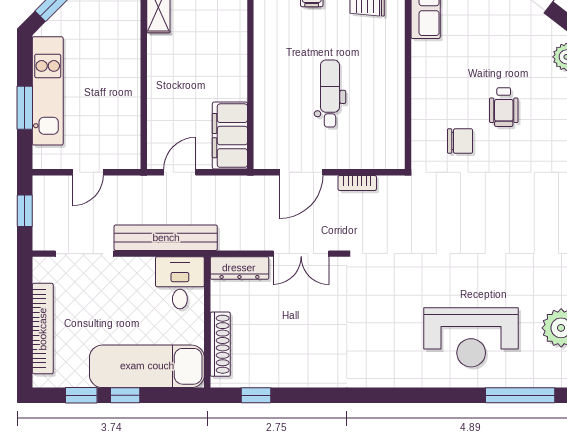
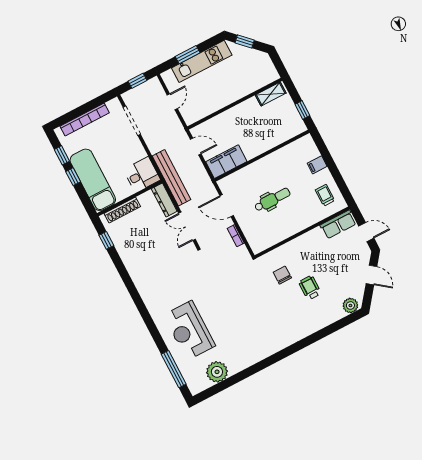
wheelchair: (504, 107) -> (310, 288), turned 90
chair: (460, 141) -> (282, 275), turned 180
door: (88, 172) -> (172, 102), swing flipped
bench: (166, 238) -> (171, 178), moved

